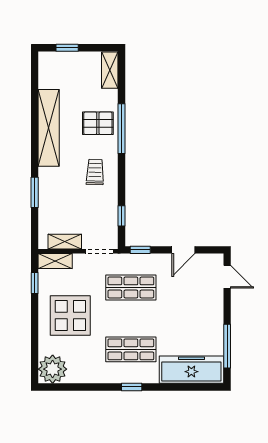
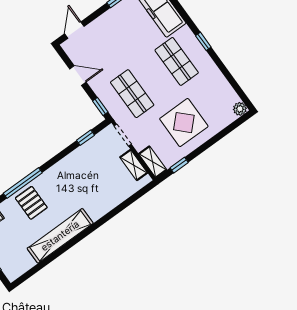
trolley: (95, 172) -> (68, 180), removed
window: (35, 192) -> (114, 212), removed
plant: (53, 369) -> (240, 109), width x0.53, depth x0.53

